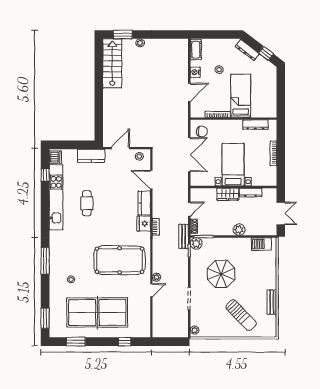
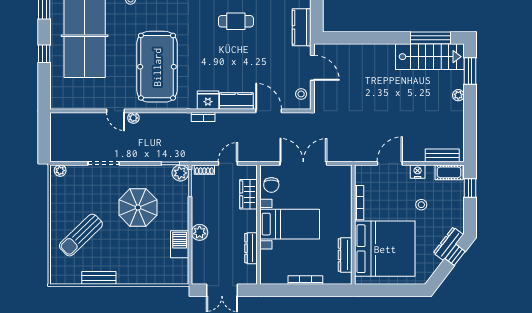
window: (207, 35) -> (470, 188), added
window: (266, 53) -> (455, 255), moved
window: (99, 63) -> (431, 38), added
door: (189, 92) -> (390, 163), swing flipped
bed: (241, 96) -> (385, 249), width x2.04
chair: (202, 131) -> (271, 185), moved
double door: (189, 155) -> (303, 163), swing flipped
door: (151, 180) -> (269, 111), hinge flipped
wardrobe: (228, 194) -> (248, 194), moved
door: (189, 209) -> (228, 163), swing flipped
bench: (184, 236) -> (442, 155), moved
barbecue: (261, 244) -> (180, 244), moved
window: (125, 342) -> (44, 54), moved

